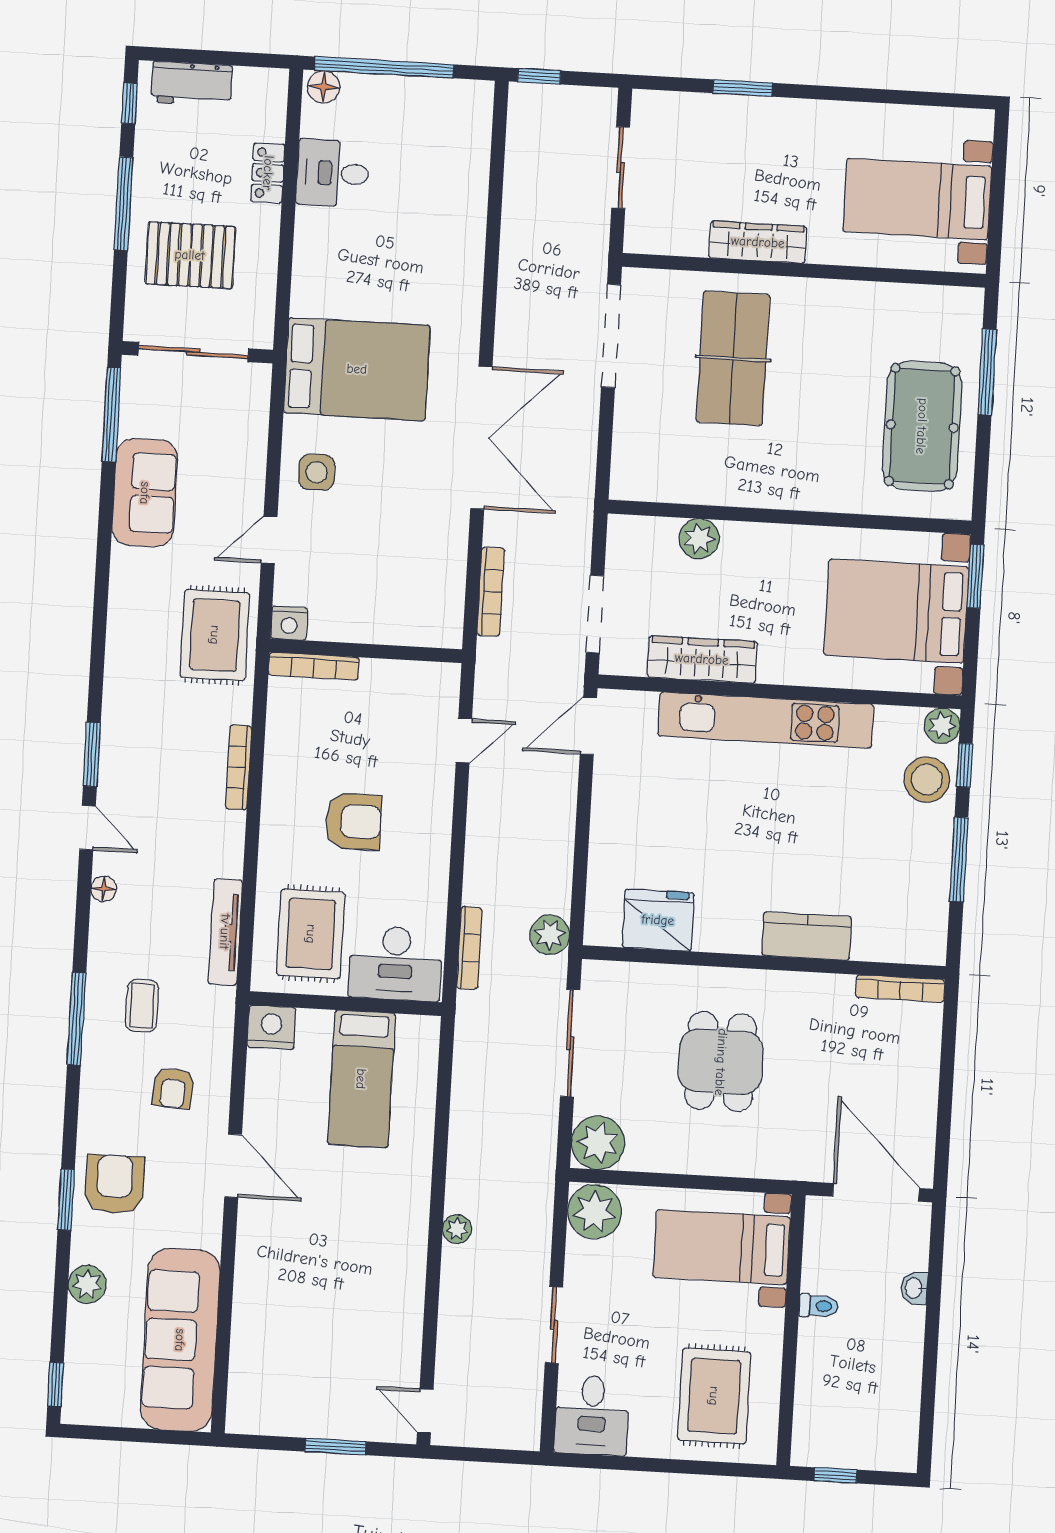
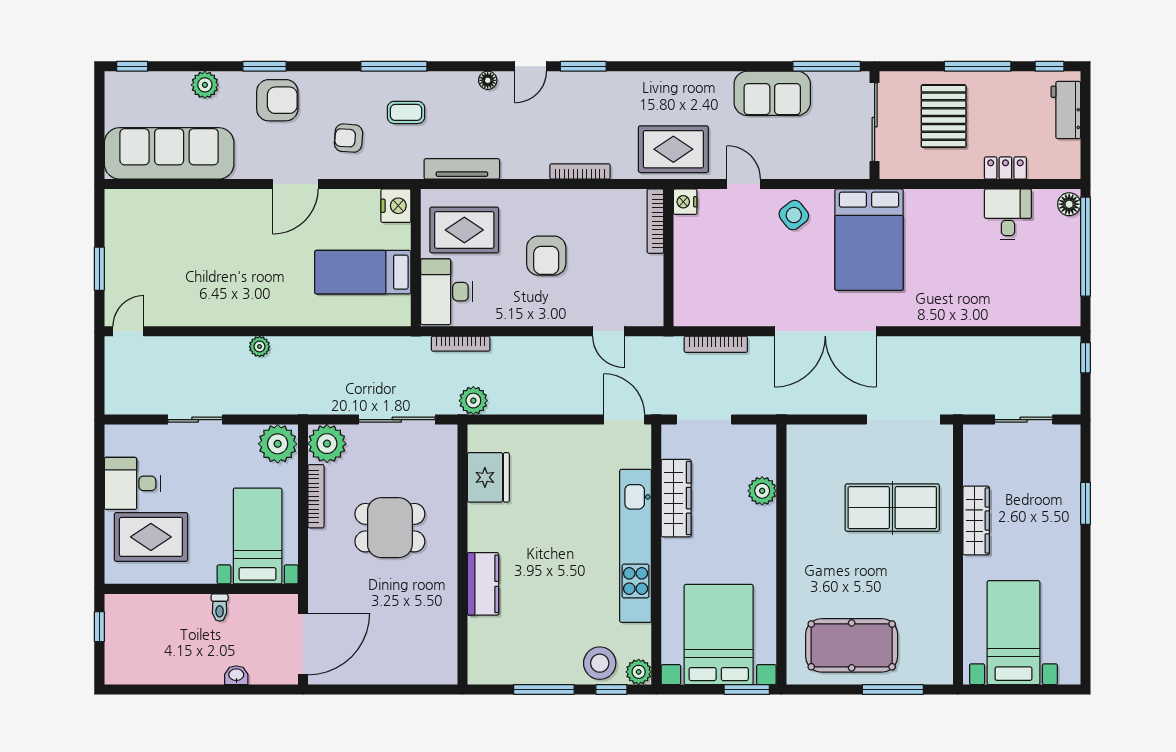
side table: (316, 472) -> (794, 215), turned -38
bookcase: (900, 989) -> (316, 496), moved, turned 180
desk: (592, 1415) -> (132, 483), moved

